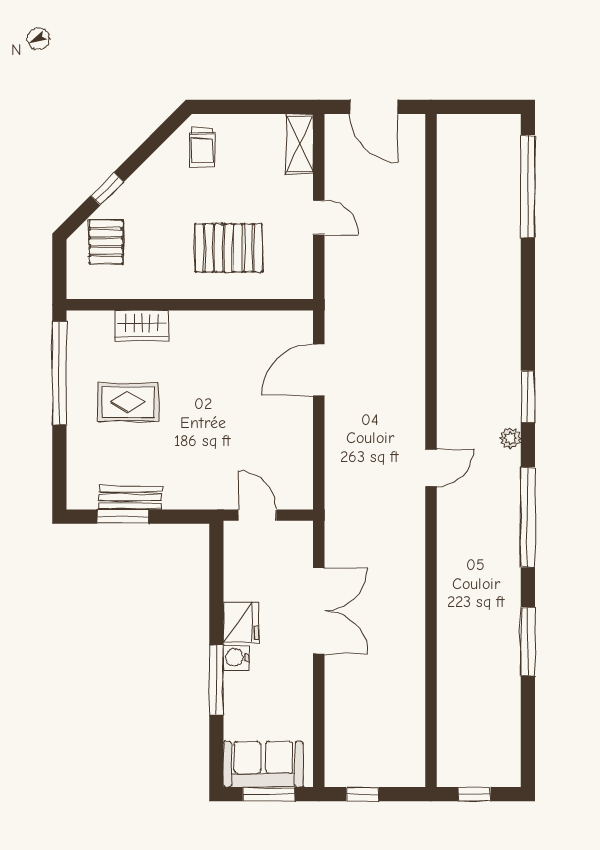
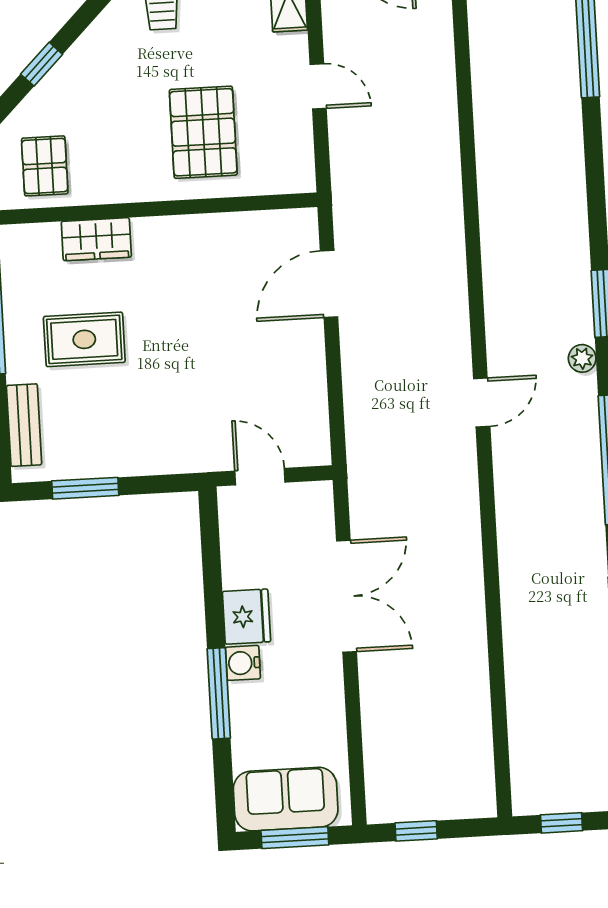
pallet: (106, 242) -> (45, 166), moved
pallet: (229, 248) -> (203, 132), turned 90
bench: (130, 498) -> (24, 425), moved, turned 90

